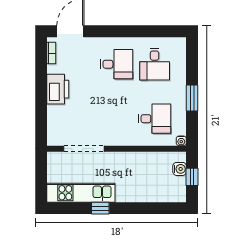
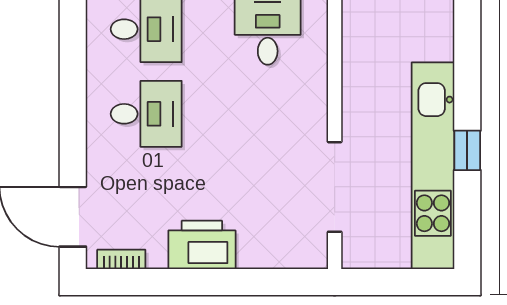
desk: (117, 64) -> (146, 114), turned 90
kitchen unit: (81, 193) -> (433, 166), width x1.36

